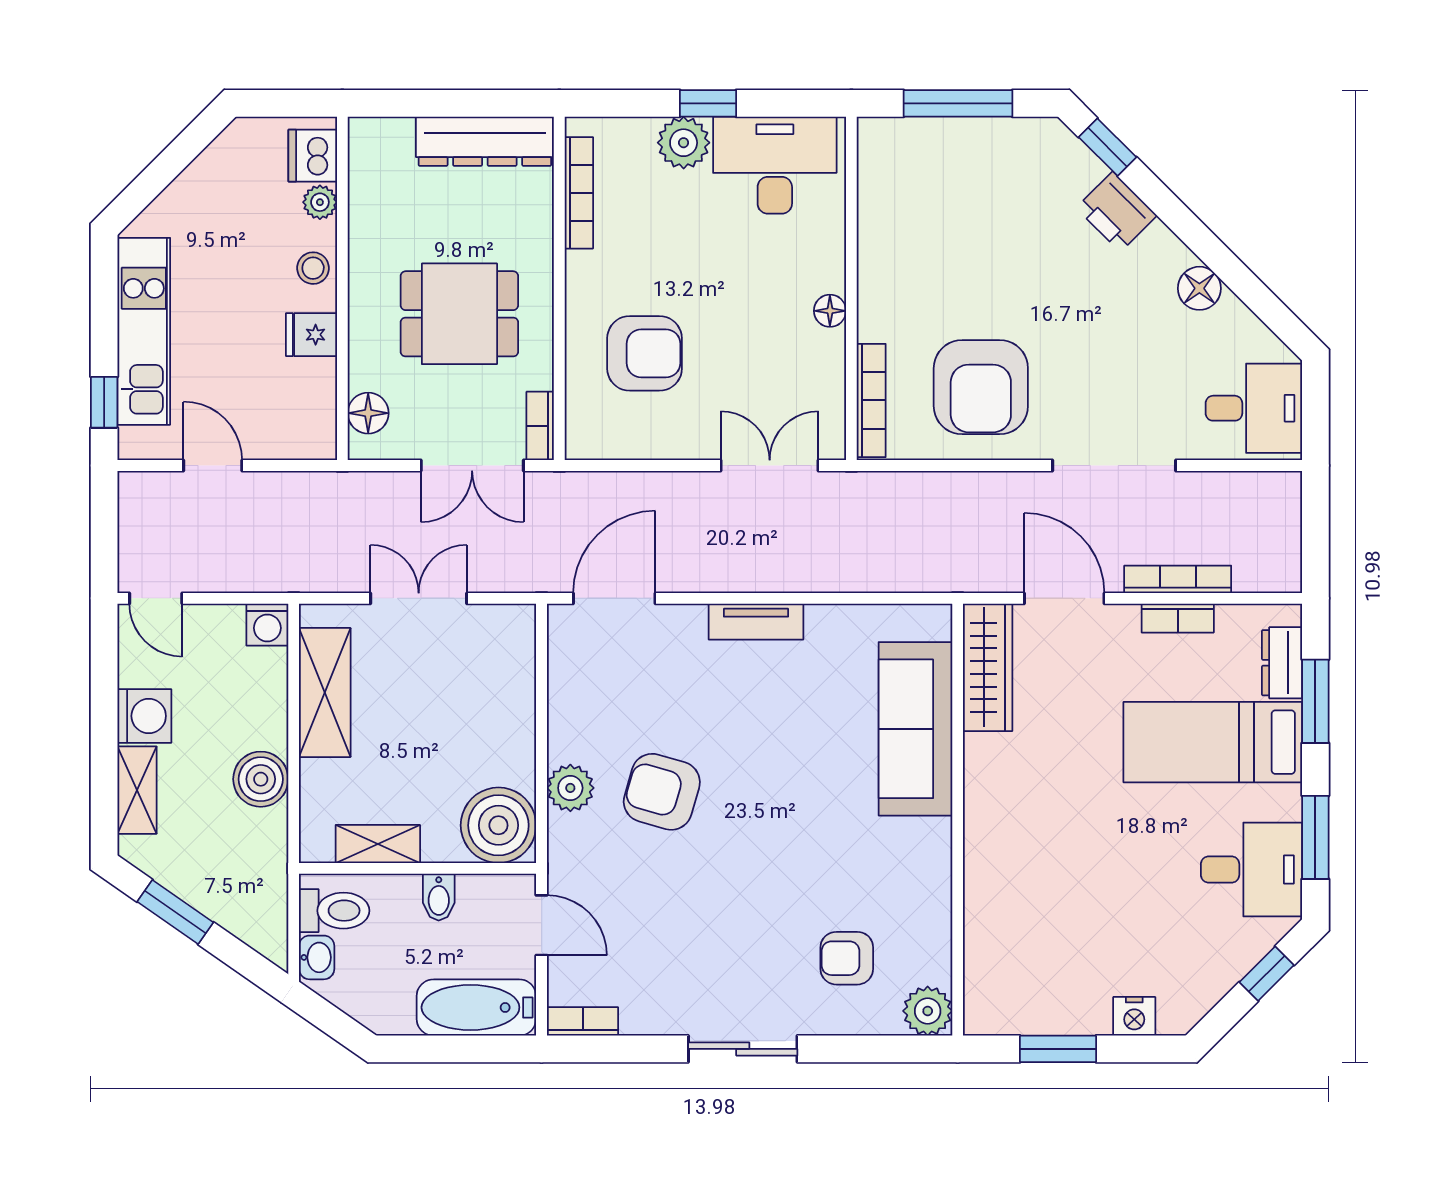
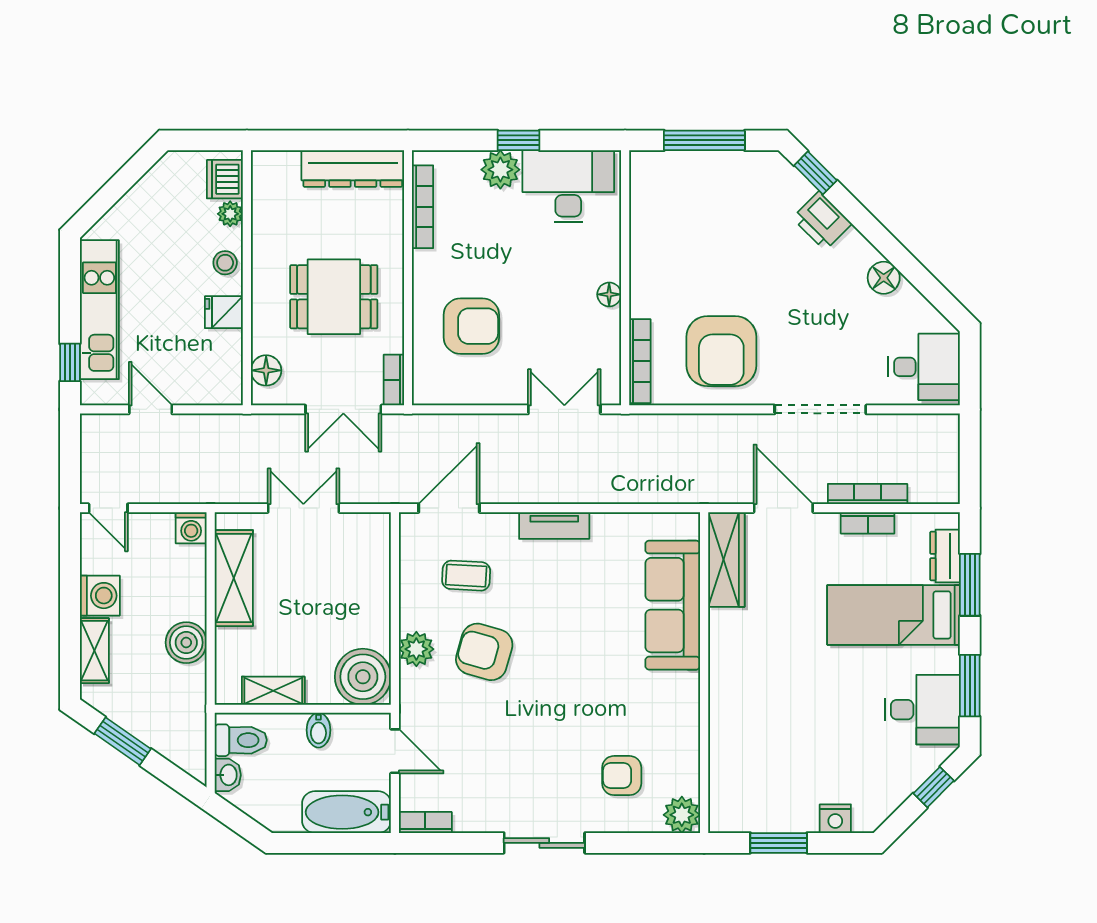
coffee table: (637, 689) -> (466, 576), added

